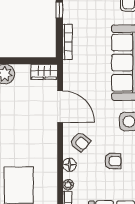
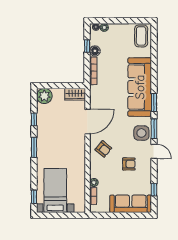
door: (60, 107) -> (88, 121), hinge flipped
floor lamp: (69, 165) -> (95, 51), moved

